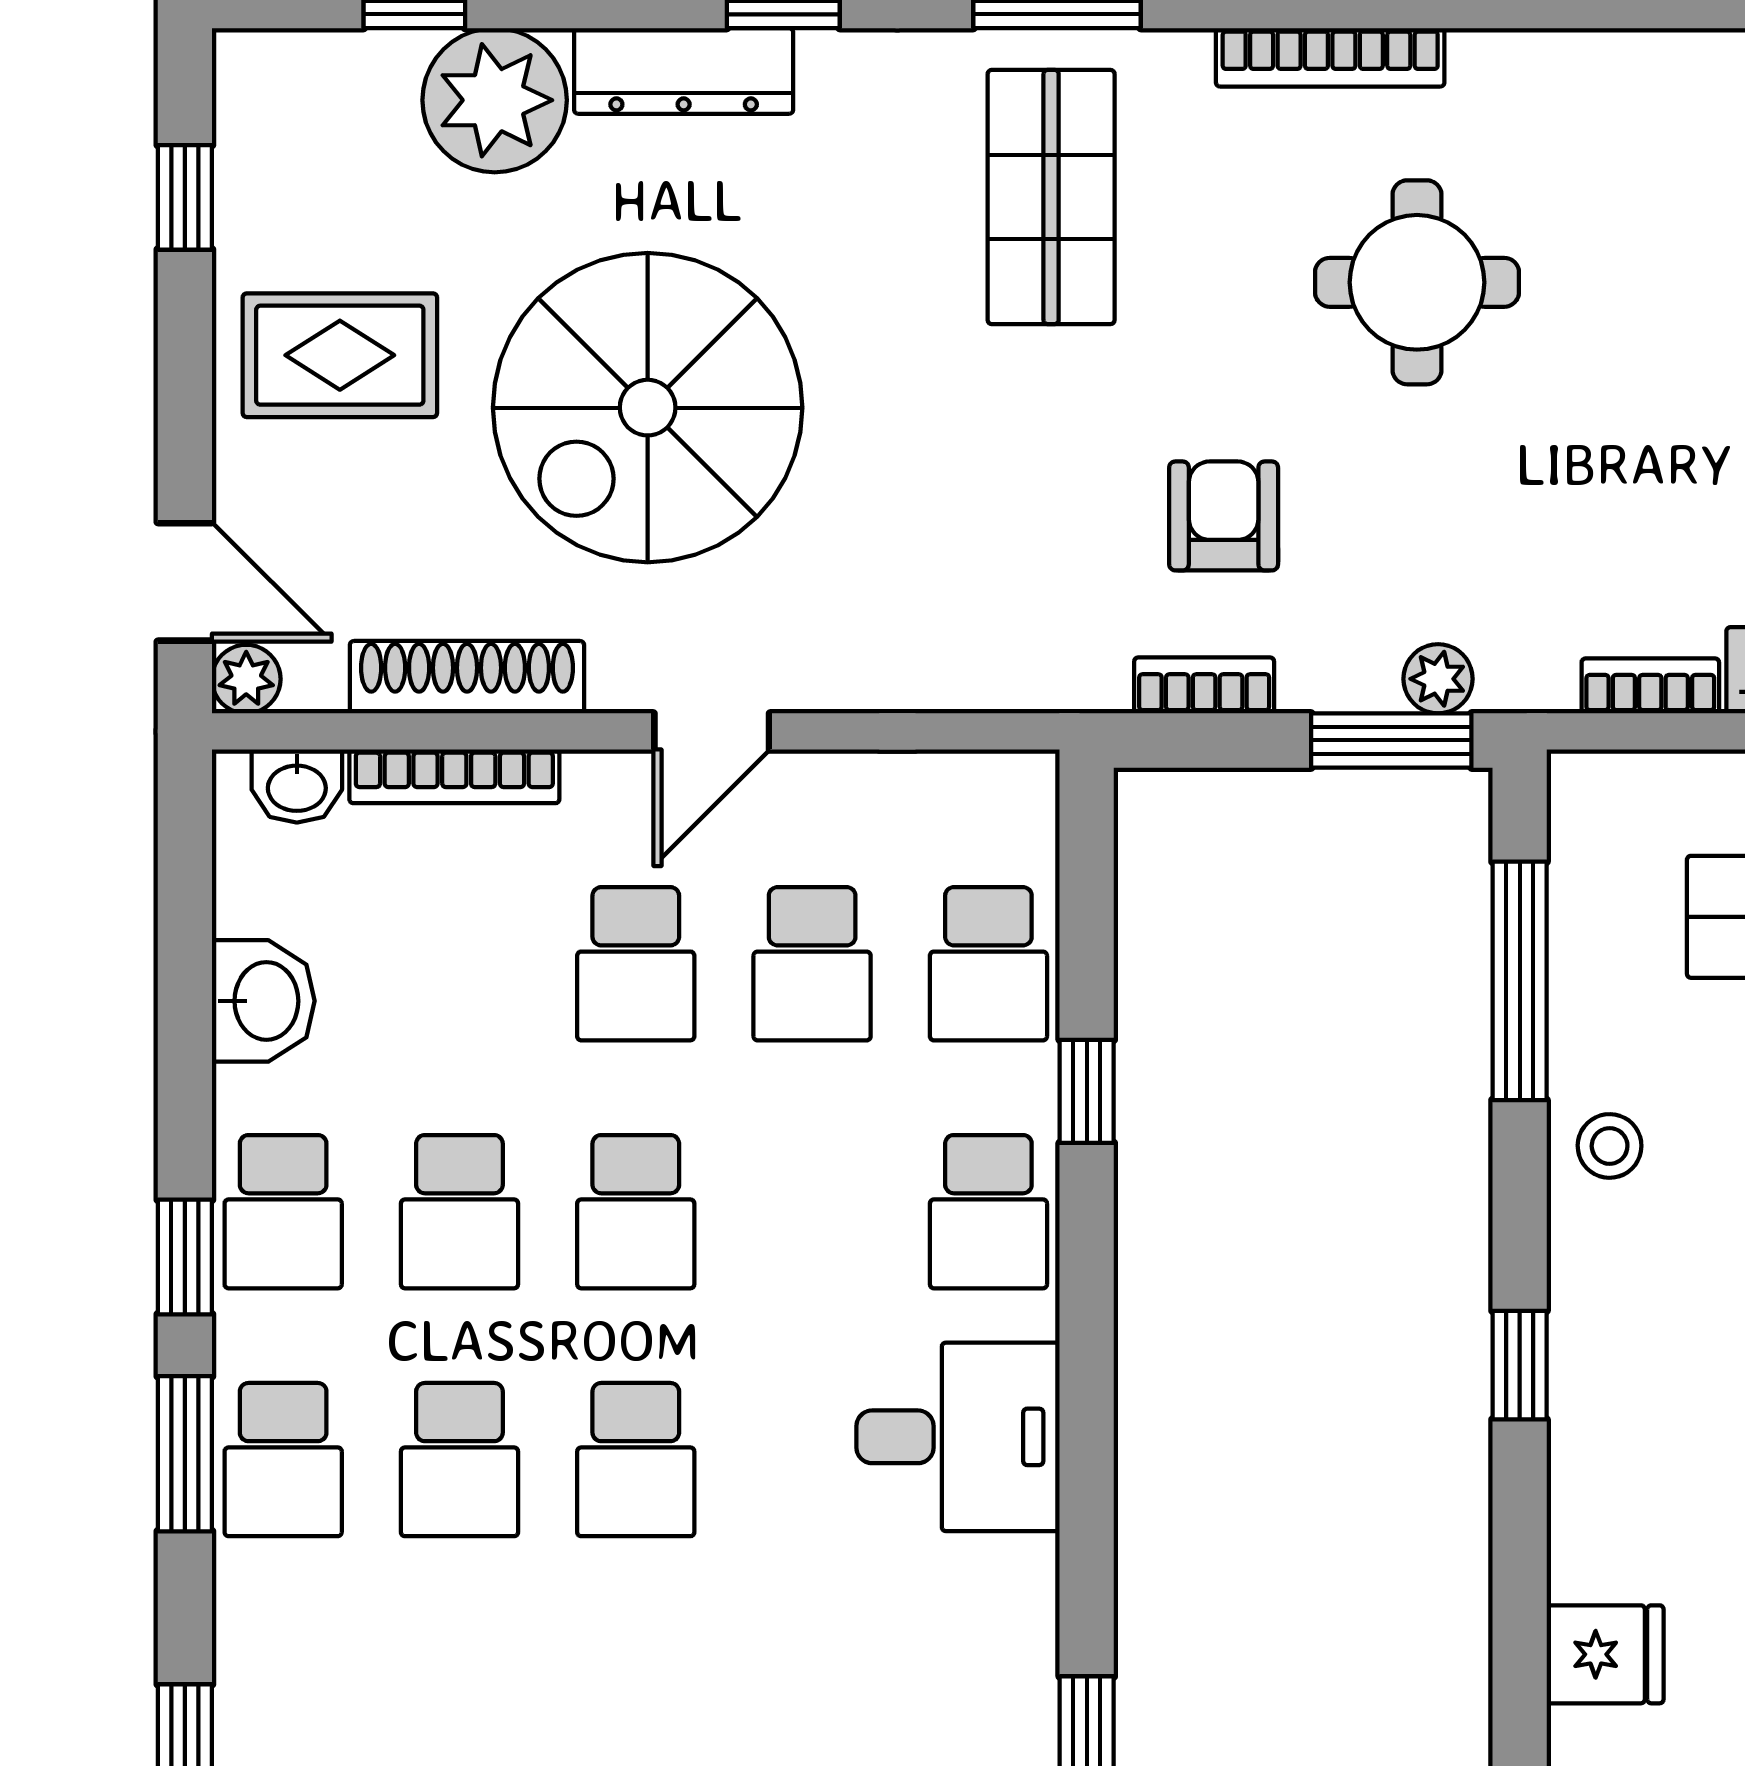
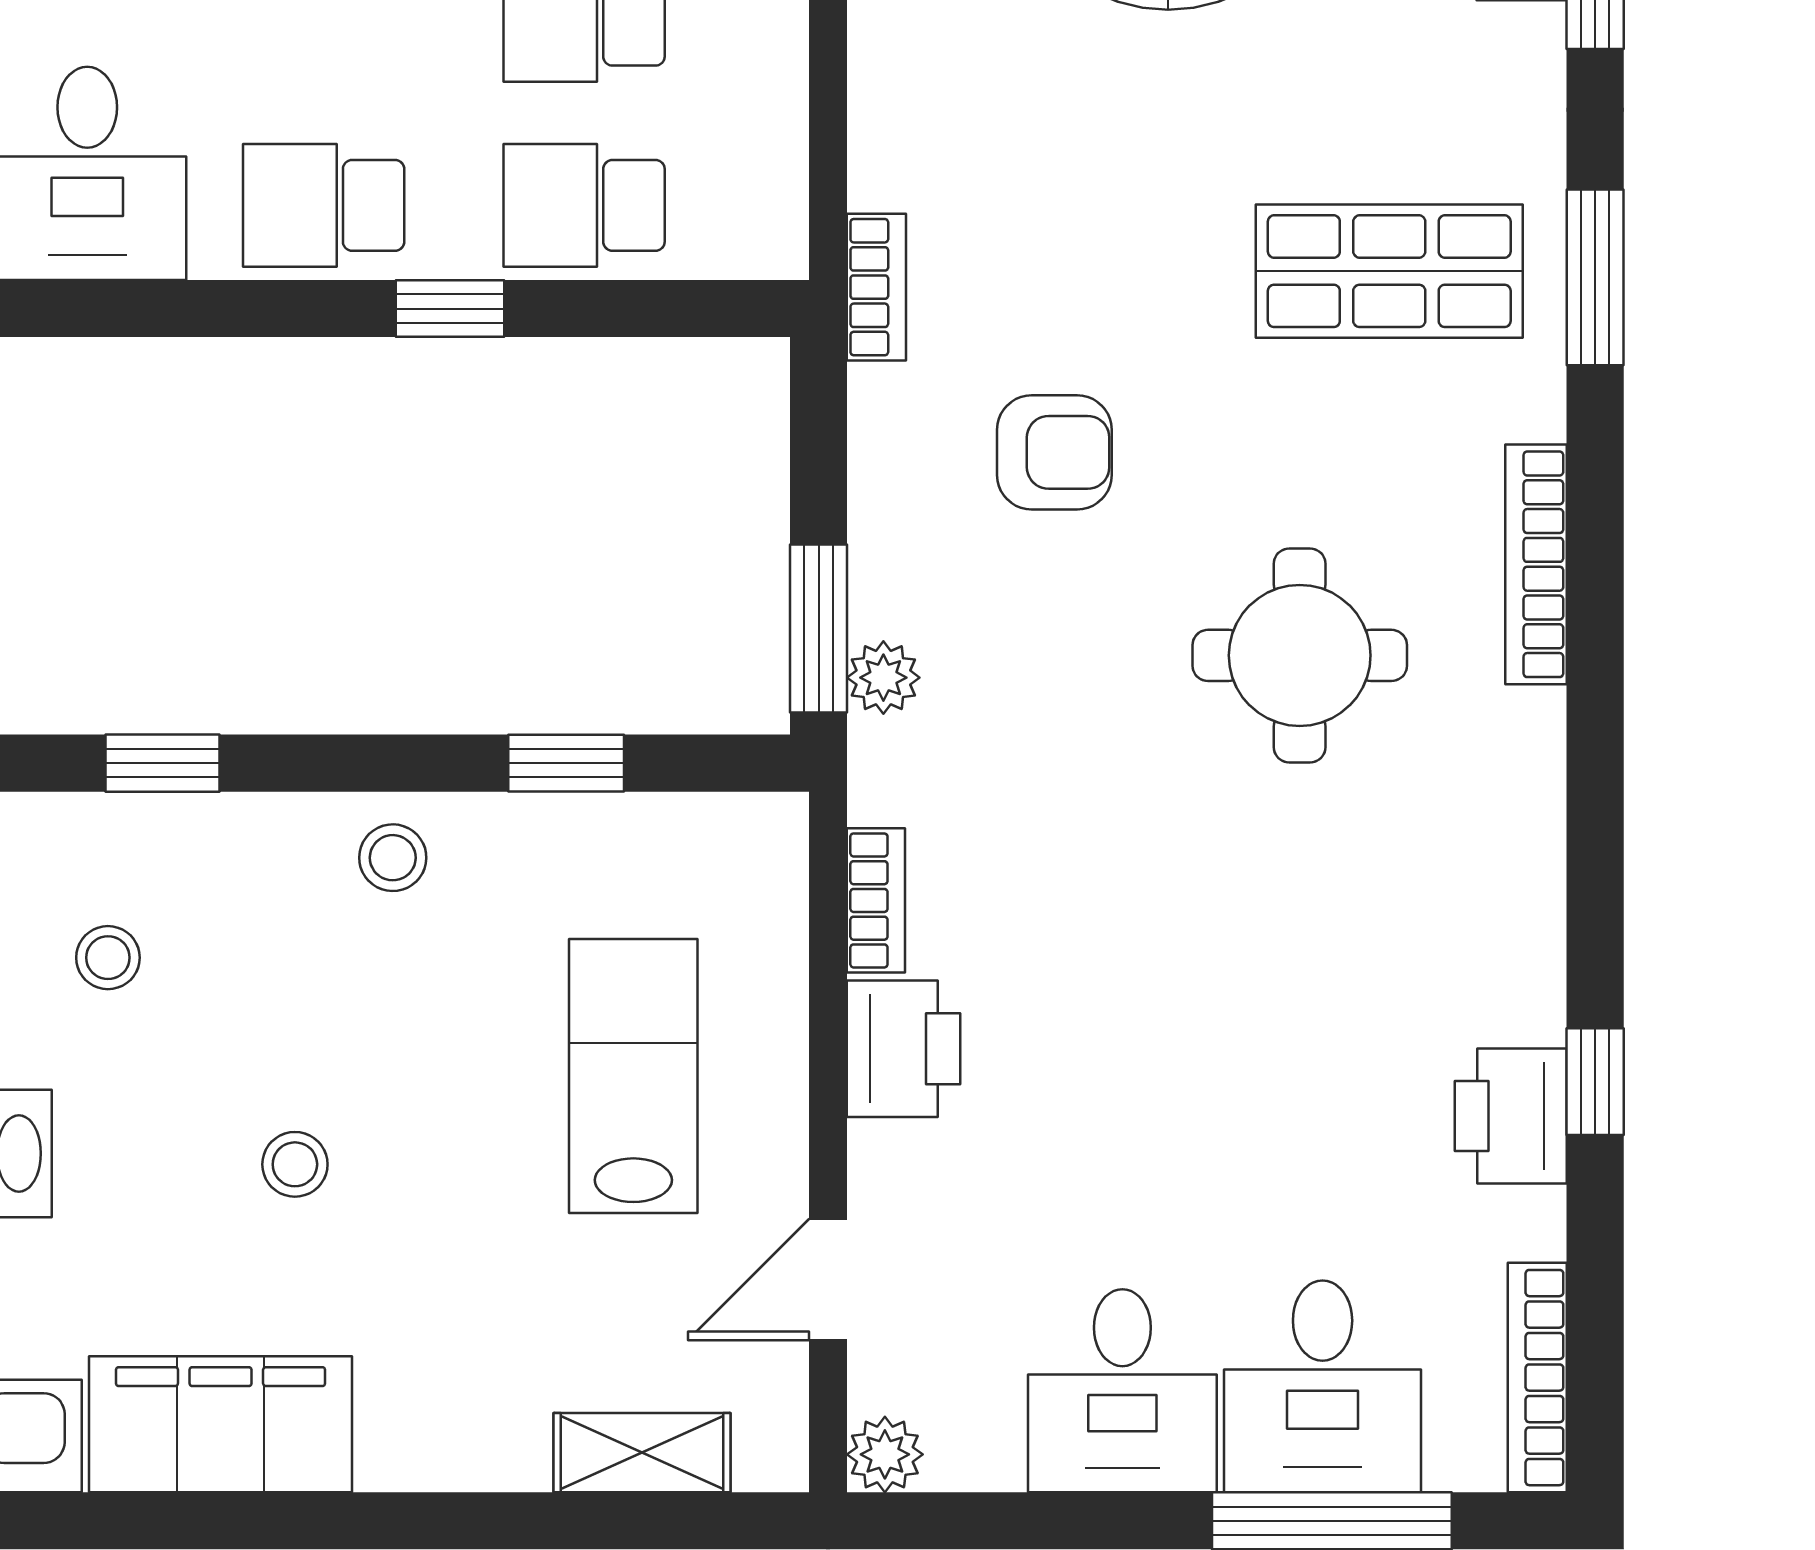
bookcase: (1204, 685) -> (876, 287), moved
window: (1520, 981) -> (566, 763), width x0.46
stool: (1705, 1417) -> (108, 958), added

